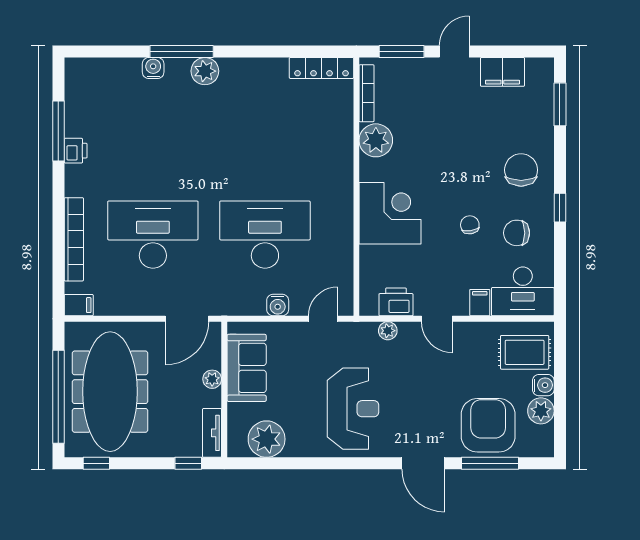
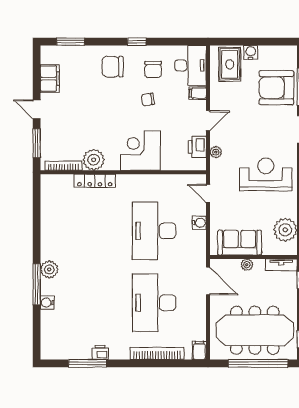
locker: (322, 68) -> (95, 181), moved, turned 90
plant: (541, 411) -> (267, 54), removed

